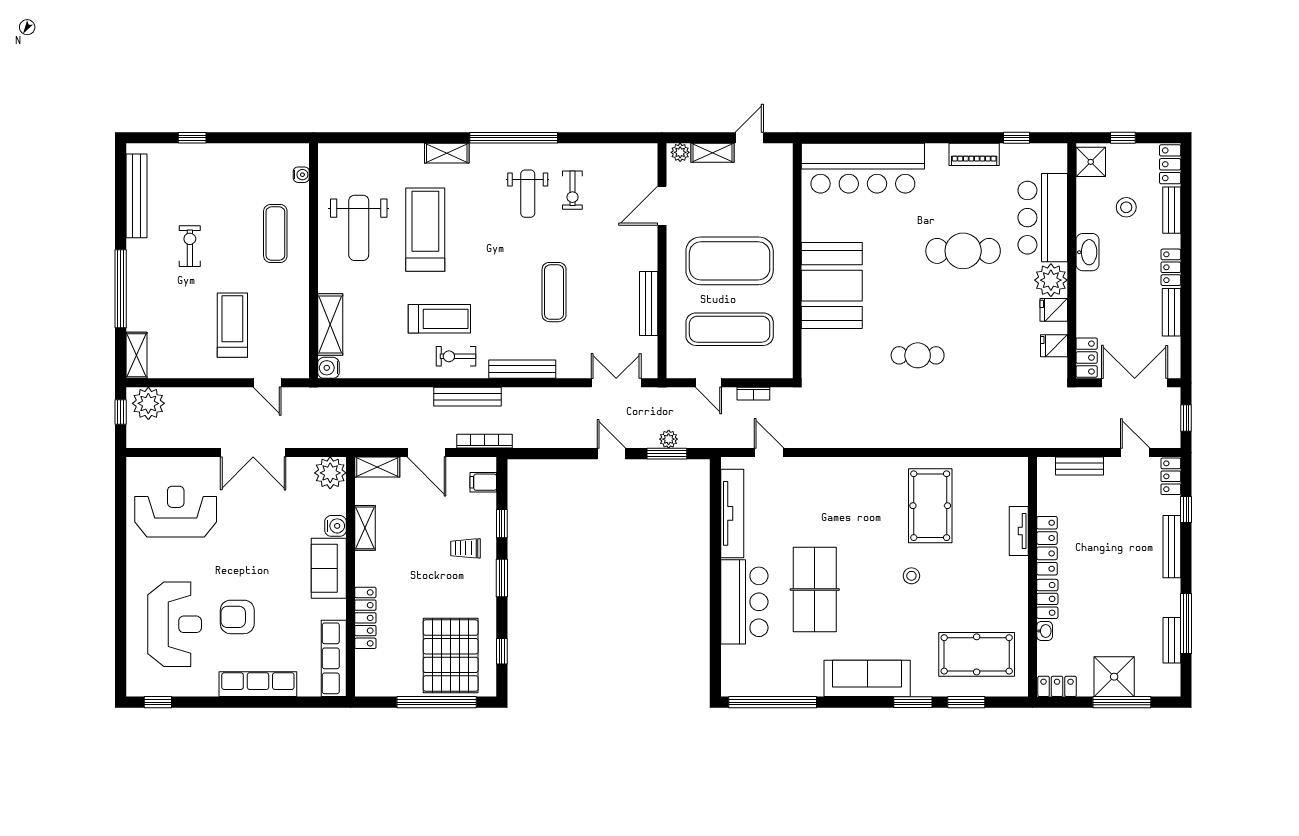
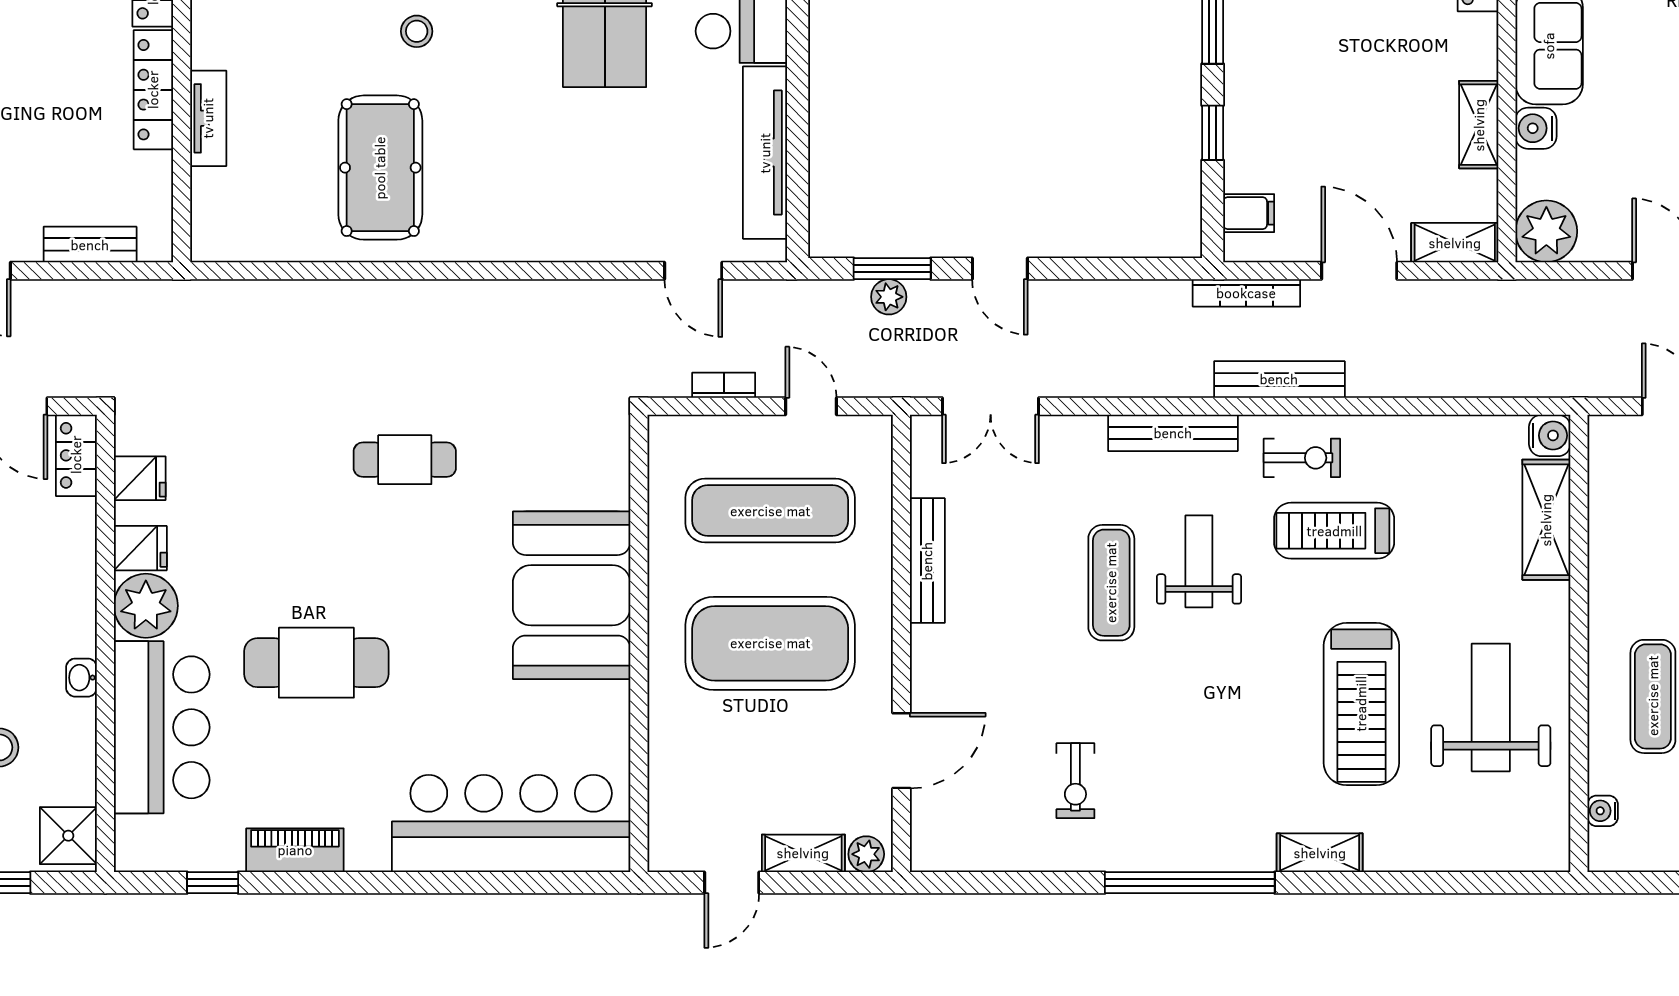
exercise bike: (572, 190) -> (1075, 781), turned 180
weight bench: (528, 194) -> (1199, 561), moved
washbasin: (1088, 252) -> (81, 678), width x0.52, depth x0.69
trolley: (466, 548) -> (1283, 85), removed

